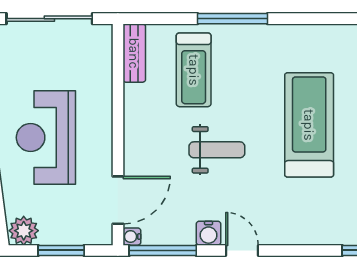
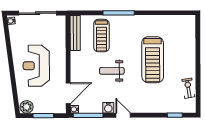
bench: (134, 53) -> (75, 33), width x1.36
treadmill: (309, 125) -> (153, 60), turned 180
weight bench: (217, 150) -> (112, 71), turned 180

